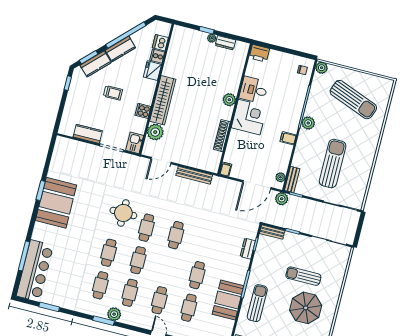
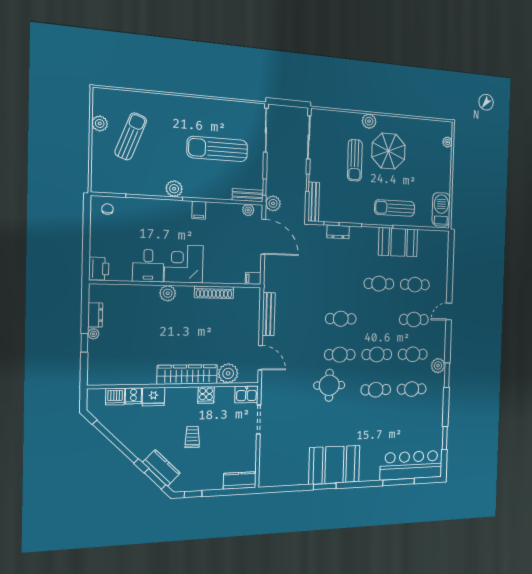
kitchen counter: (120, 49) -> (135, 444), removed
plant: (322, 68) -> (100, 124), moved
sun lounger: (353, 100) -> (131, 136), width x0.73, depth x0.75
kitchen counter: (88, 134) -> (240, 480), moved, turned 90
bench: (272, 232) -> (314, 202), width x1.36
plant: (333, 296) -> (369, 121), added

